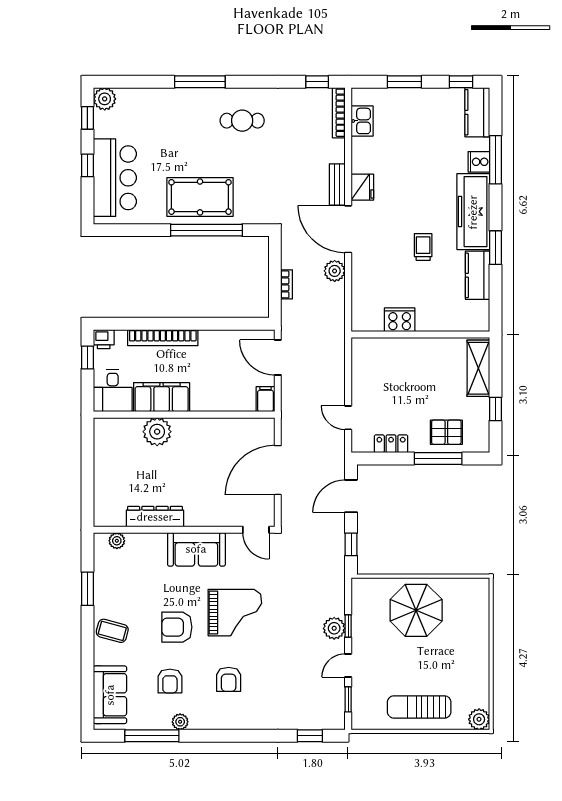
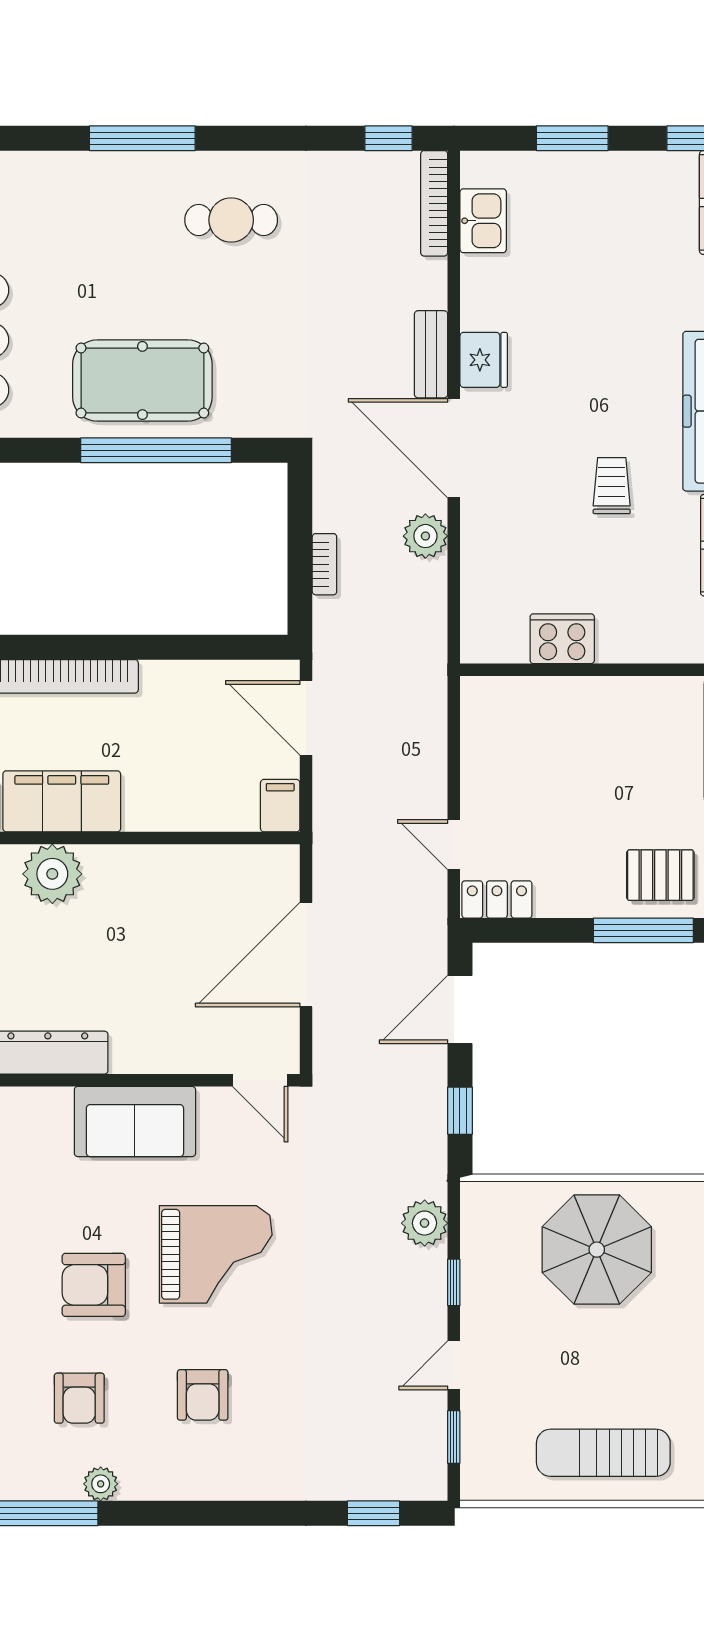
locker: (391, 444) -> (497, 899), moved
plant: (334, 628) -> (425, 1223), moved

